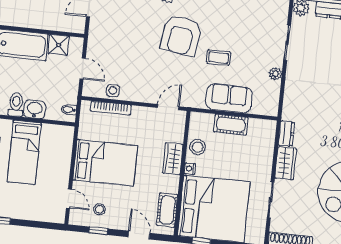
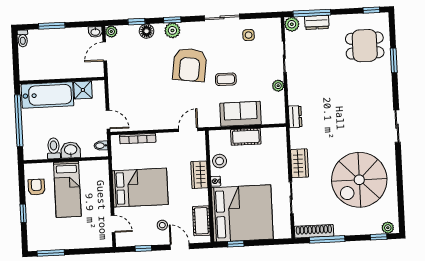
door: (83, 69) -> (108, 120), moved
side table: (113, 91) -> (249, 35), moved
dresser: (286, 134) -> (295, 117), moved
stool: (99, 209) -> (162, 225), moved

